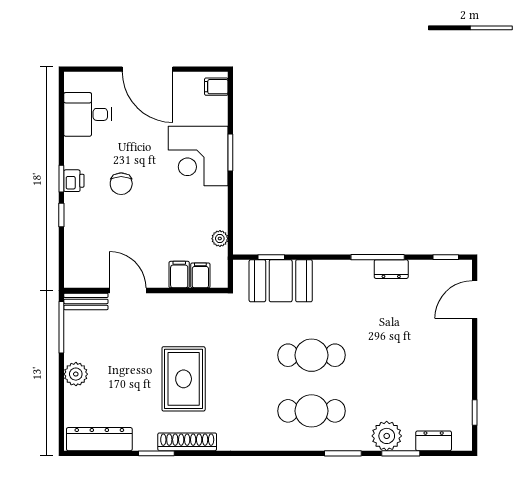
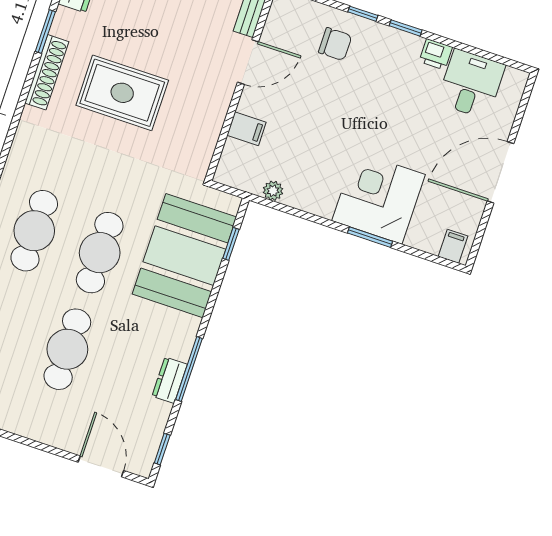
printer: (74, 181) -> (436, 54), moved
chair: (121, 184) -> (335, 44), moved, turned 180
filing cabinet: (200, 275) -> (237, 153), removed
booth: (281, 281) -> (184, 256), width x1.36, depth x1.42
cafe table: (394, 355) -> (67, 349), added

